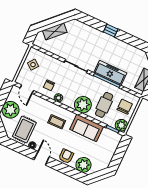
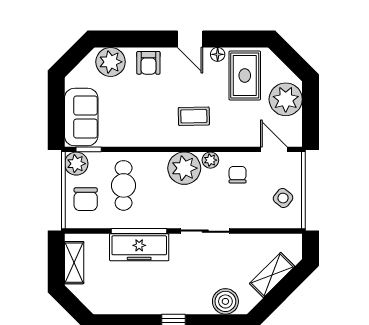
boiler: (82, 29) -> (225, 301), added
plant: (83, 105) -> (184, 168), moved
sofa: (87, 128) -> (81, 117), moved, turned 90

